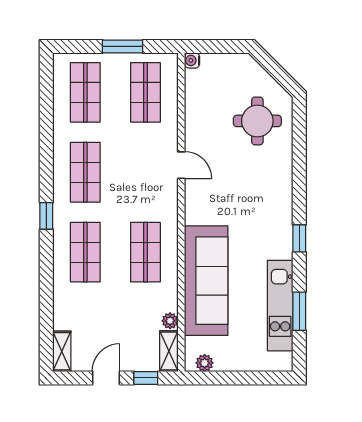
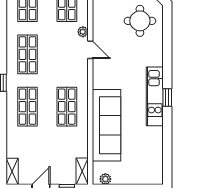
kitchen unit: (280, 306) -> (155, 96), moved
window: (299, 311) -> (167, 145), removed
plant: (170, 321) -> (83, 32), moved

